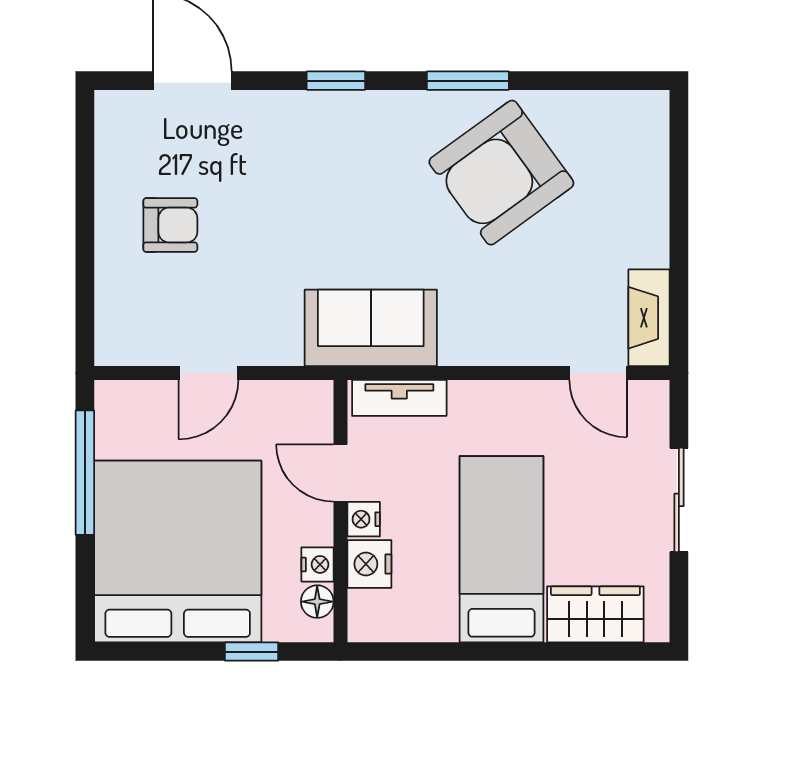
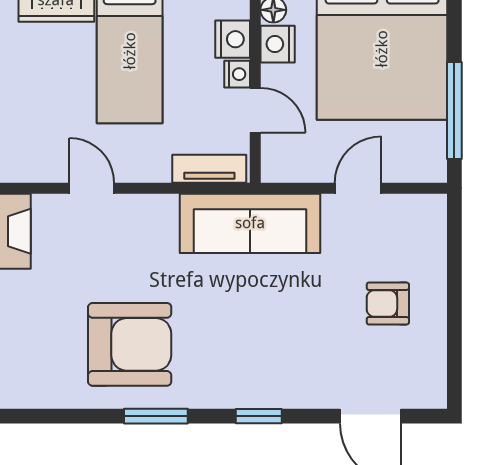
armchair: (501, 173) -> (130, 344), turned 36
sofa: (371, 328) -> (250, 223), width x1.36
door: (598, 373) -> (92, 188), moved
nightstand: (317, 564) -> (278, 44), width x1.39, depth x1.35

